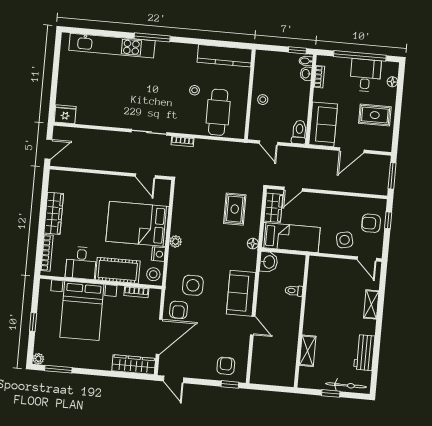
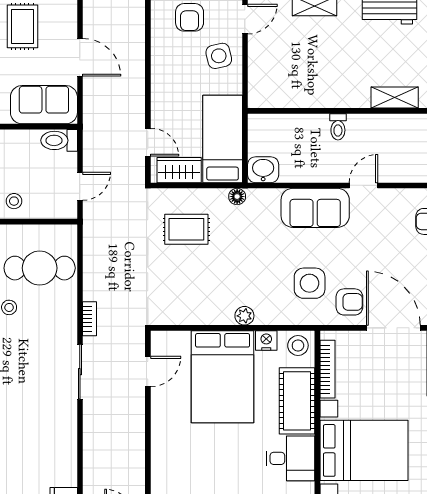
toilet: (294, 291) -> (338, 127), moved
bookcase: (136, 292) -> (327, 369), width x1.56

